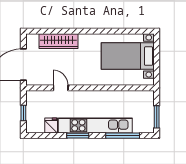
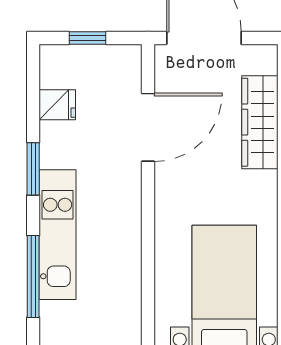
door: (61, 88) -> (148, 127), width x1.87
kitchen unit: (95, 125) -> (58, 235), width x0.73

